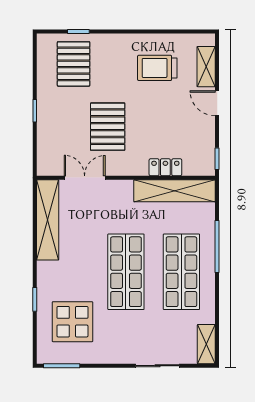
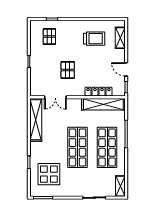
pallet: (74, 64) -> (49, 36), width x0.67, depth x0.71
trolley: (157, 68) -> (94, 39), turned 180
door: (217, 103) -> (126, 69), moved
pallet: (108, 127) -> (68, 70), width x0.67, depth x0.71
locker: (165, 167) -> (99, 92), width x1.53
double door: (85, 178) -> (55, 97), swing flipped

